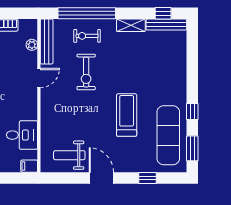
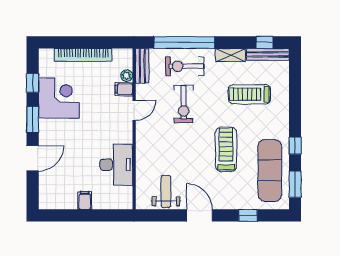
exercise bike: (87, 36) -> (185, 66), width x1.38, depth x1.39
bench: (47, 41) -> (142, 66), width x0.73
treadmill: (149, 63) -> (250, 94), added
desk: (22, 135) -> (116, 165), width x1.37
weight bench: (69, 155) -> (166, 191), turned 90
filing cabinet: (29, 166) -> (124, 89), moved

